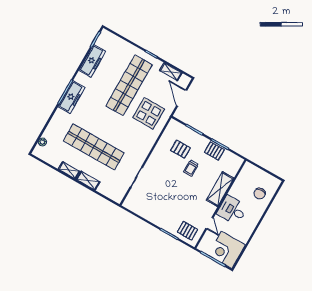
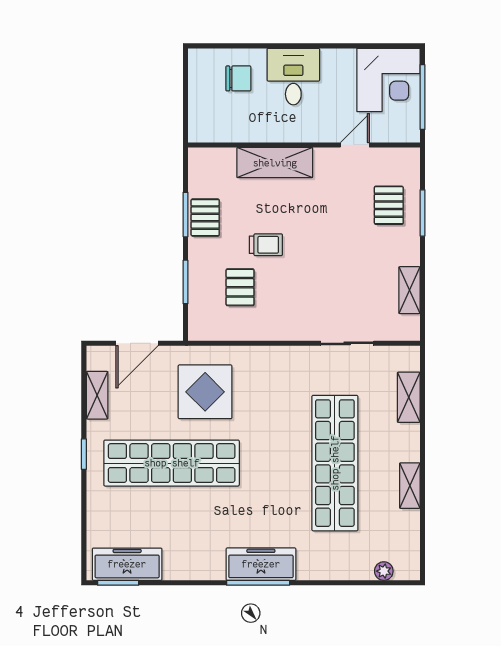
freezer: (92, 61) -> (127, 564), moved
shelving: (88, 181) -> (409, 397), moved
desk: (232, 210) -> (293, 77), moved, turned 180
shelving: (143, 212) -> (410, 290), added
pallet: (187, 231) -> (389, 205), moved

